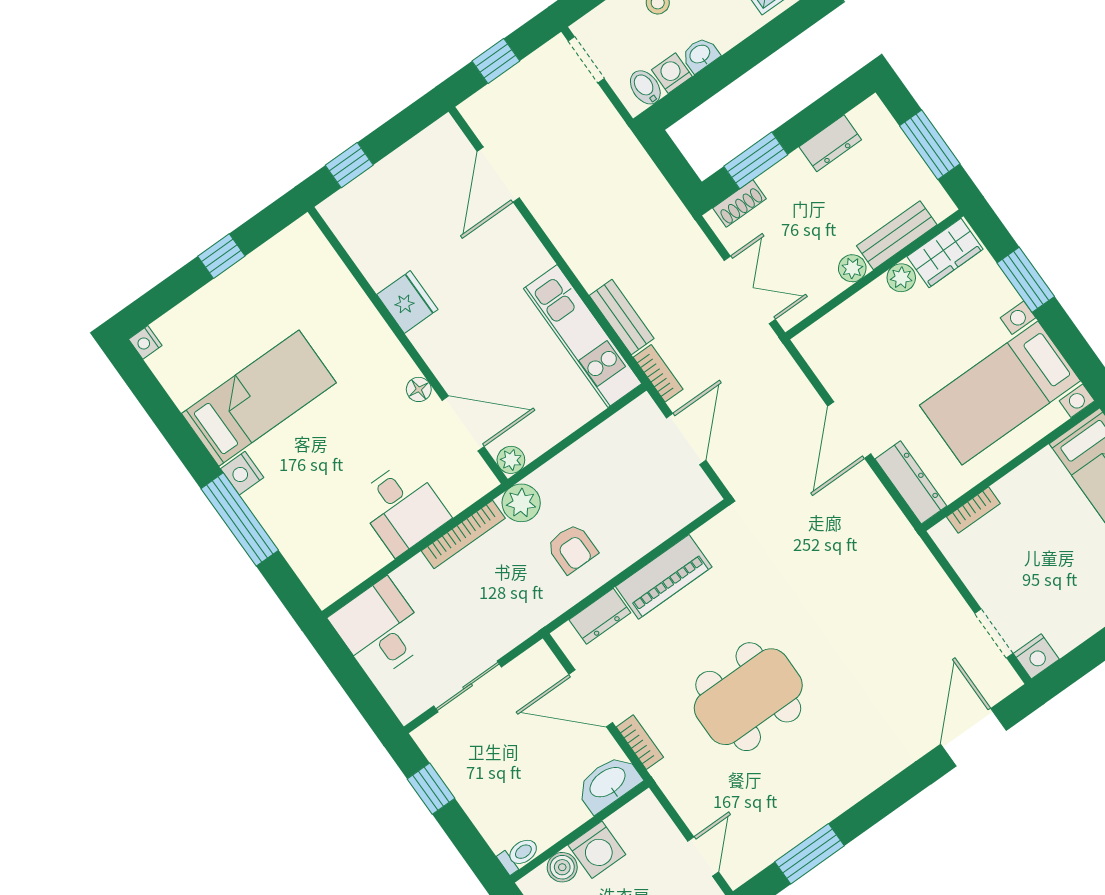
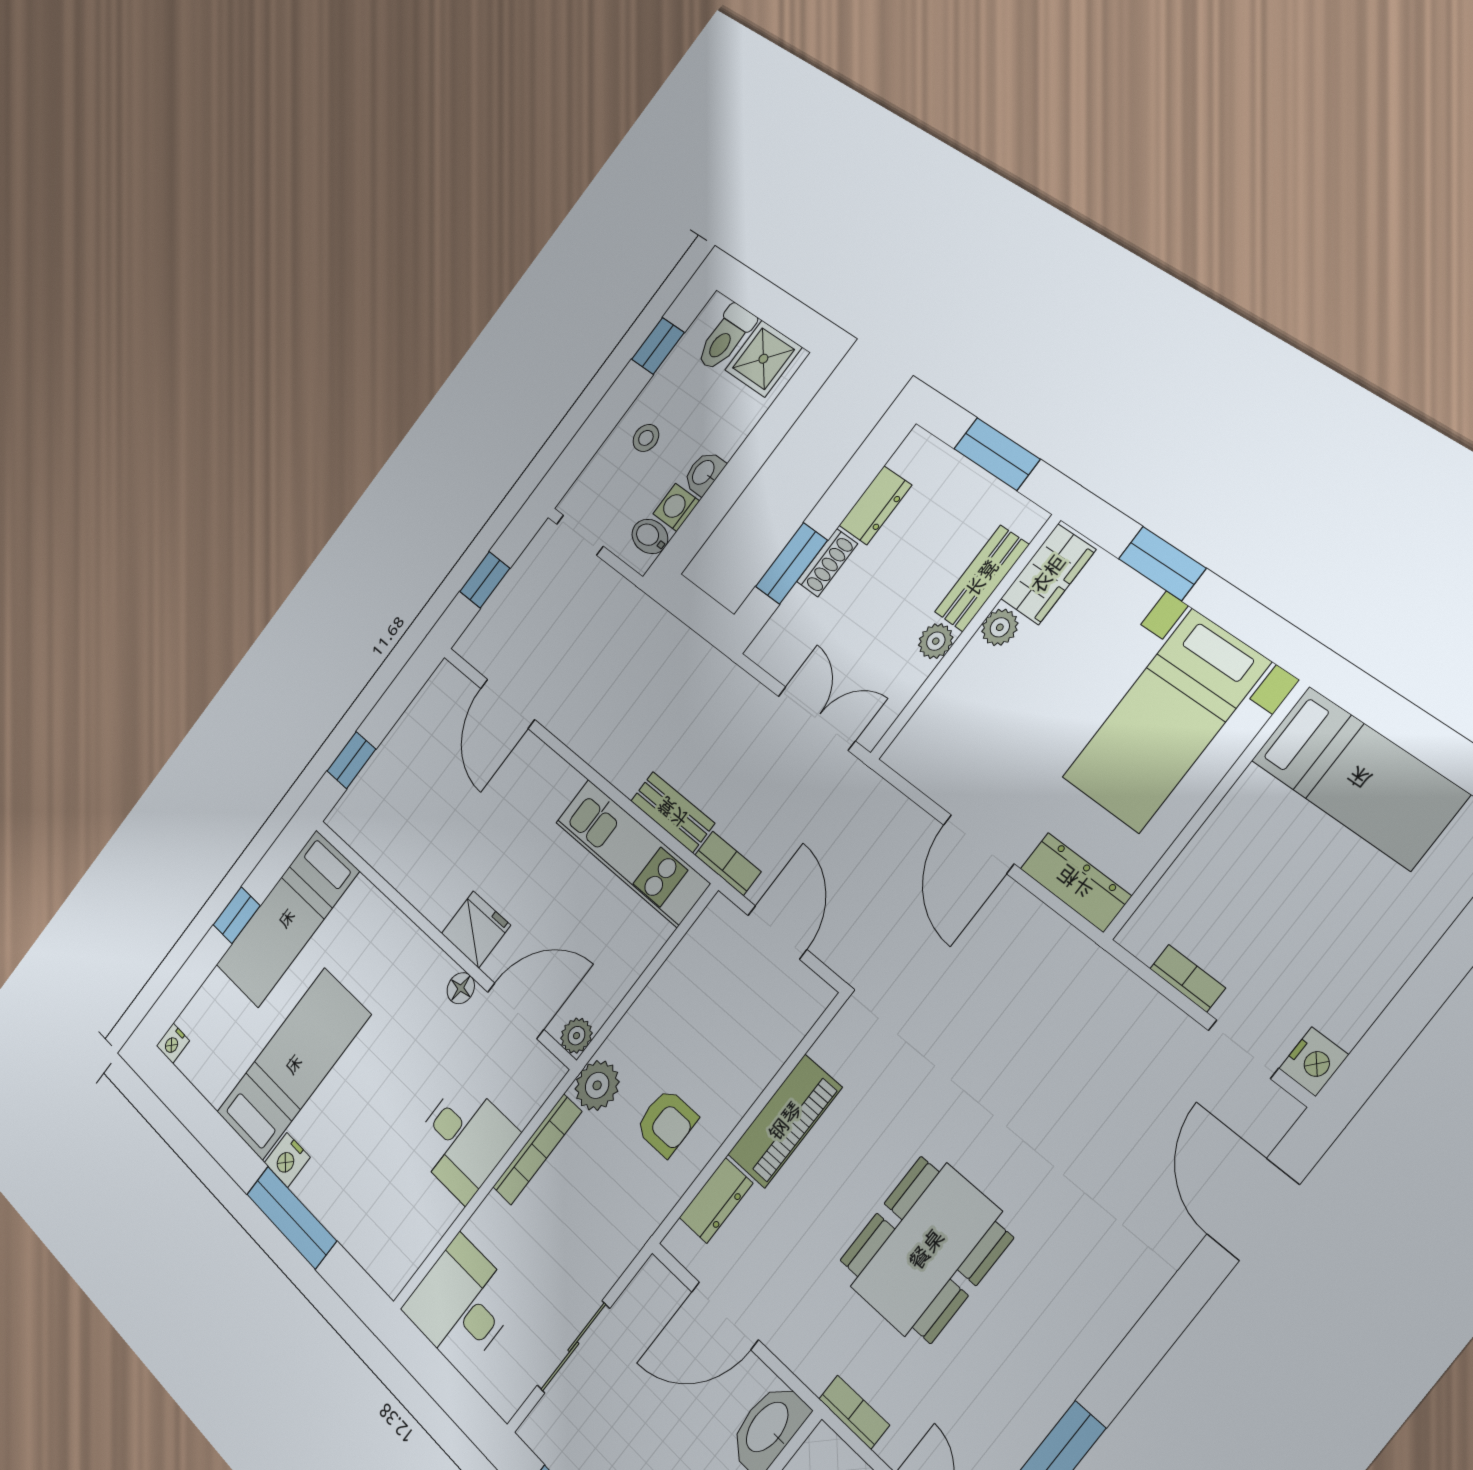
shoe rack: (740, 203) -> (827, 563), moved
bed: (270, 276) -> (287, 918), added
fridge: (407, 302) -> (476, 929), moved
bookcase: (973, 510) -> (1188, 978), moved, turned -90
bookcase: (640, 742) -> (854, 1412), moved

